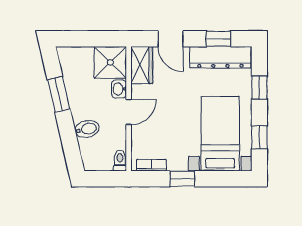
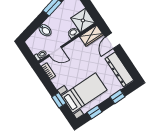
window: (218, 39) -> (127, 63), removed
door: (129, 112) -> (55, 51), moved
window: (182, 179) -> (59, 100), moved

